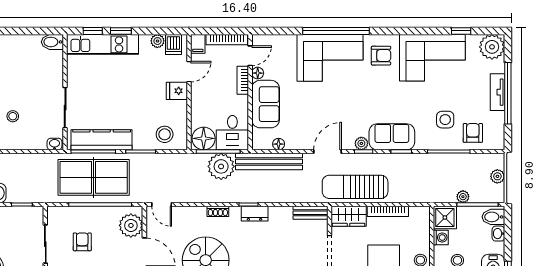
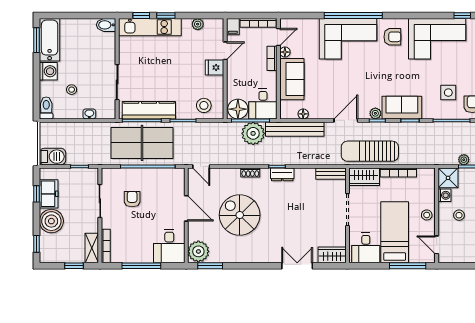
dishwasher: (173, 44) -> (212, 27), removed
washbasin: (55, 144) -> (89, 114), moved
plant: (131, 225) -> (175, 185), removed

